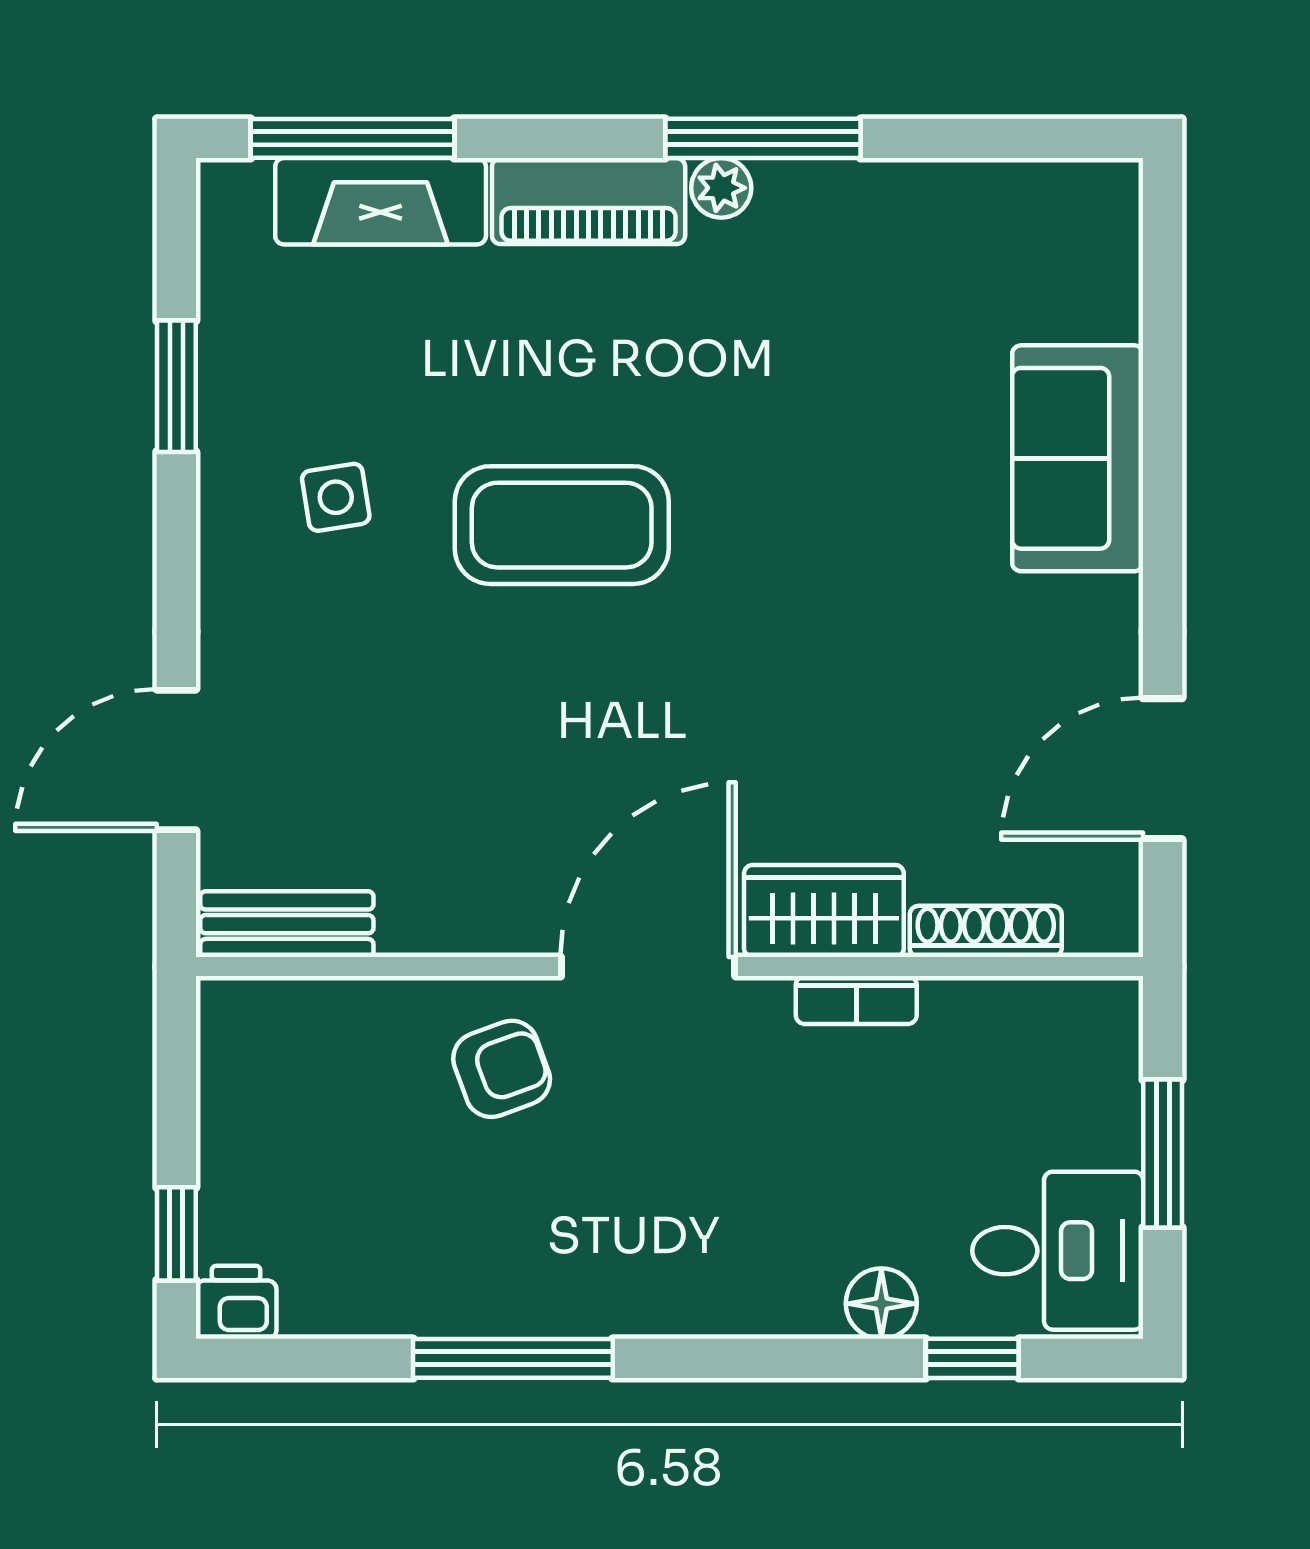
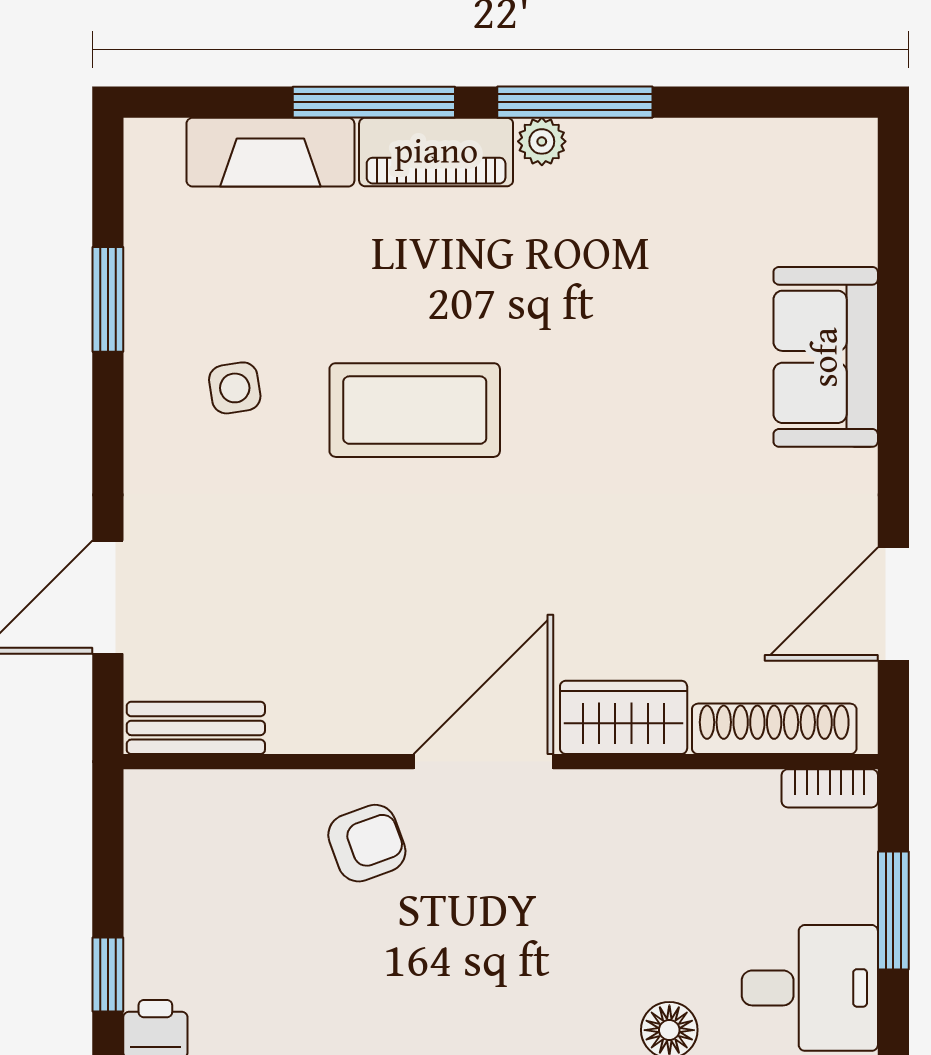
window: (352, 138) -> (374, 102), moved
shoe rack: (986, 931) -> (774, 729), width x1.36, depth x1.24
bookcase: (856, 1000) -> (830, 788), moved

